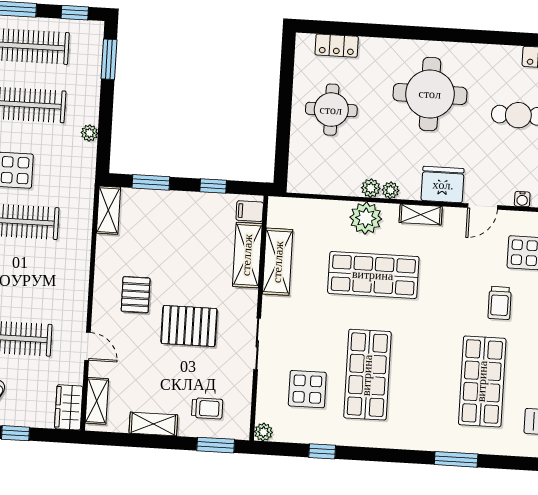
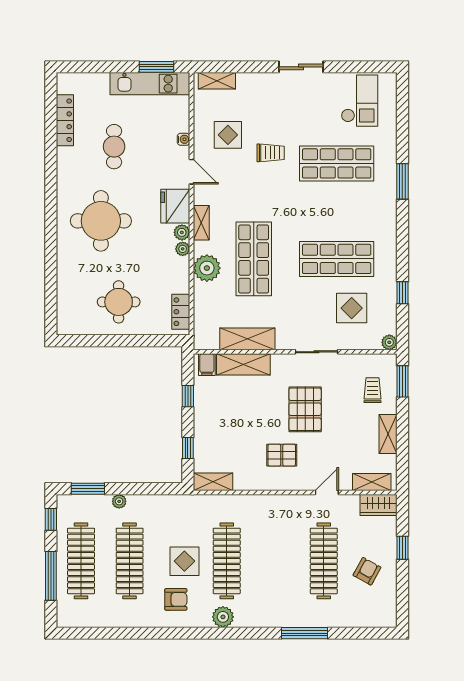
locker: (337, 46) -> (181, 312), moved, turned 180
plant: (89, 133) -> (119, 501), moved
window: (151, 182) -> (188, 448), width x0.67
plant: (371, 188) -> (182, 232), moved

